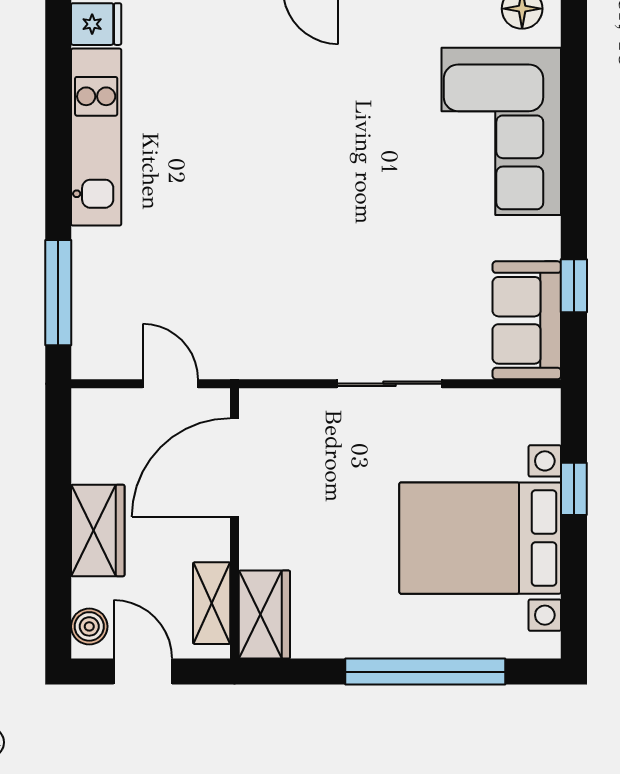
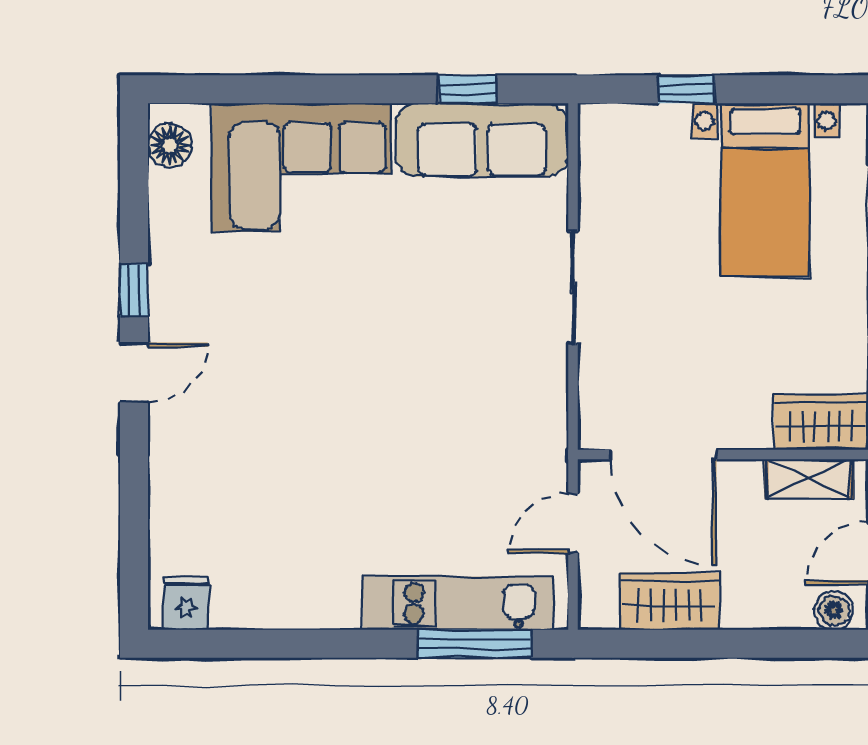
kitchen unit: (96, 137) -> (458, 603), moved
sofa: (527, 320) -> (482, 140), width x1.36
wardrobe: (98, 530) -> (670, 601), moved
bed with nightstands: (480, 538) -> (765, 190), width x0.73

